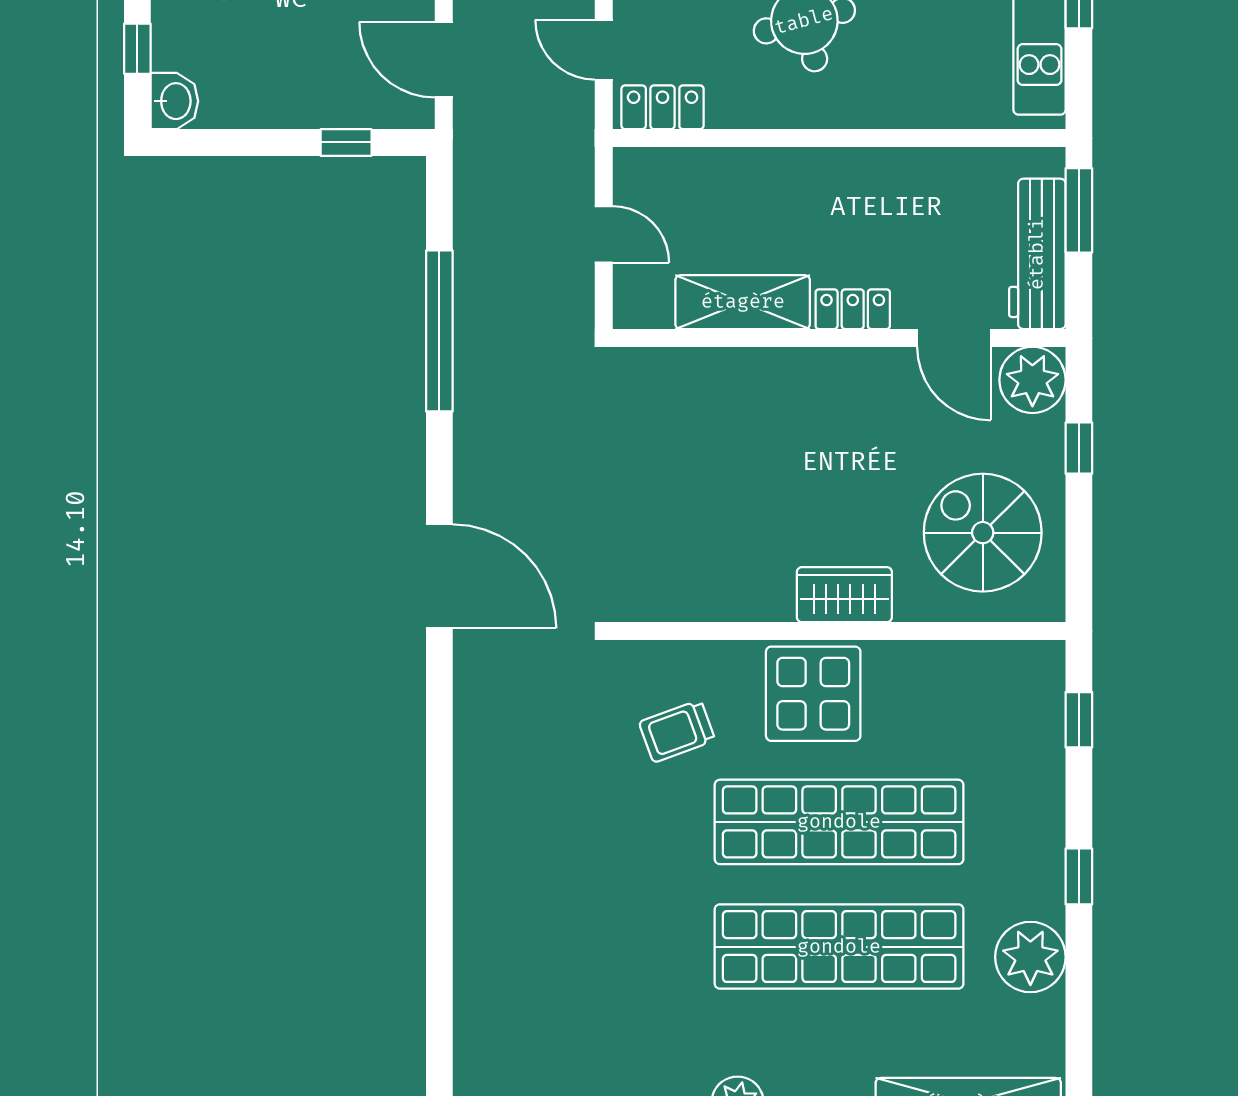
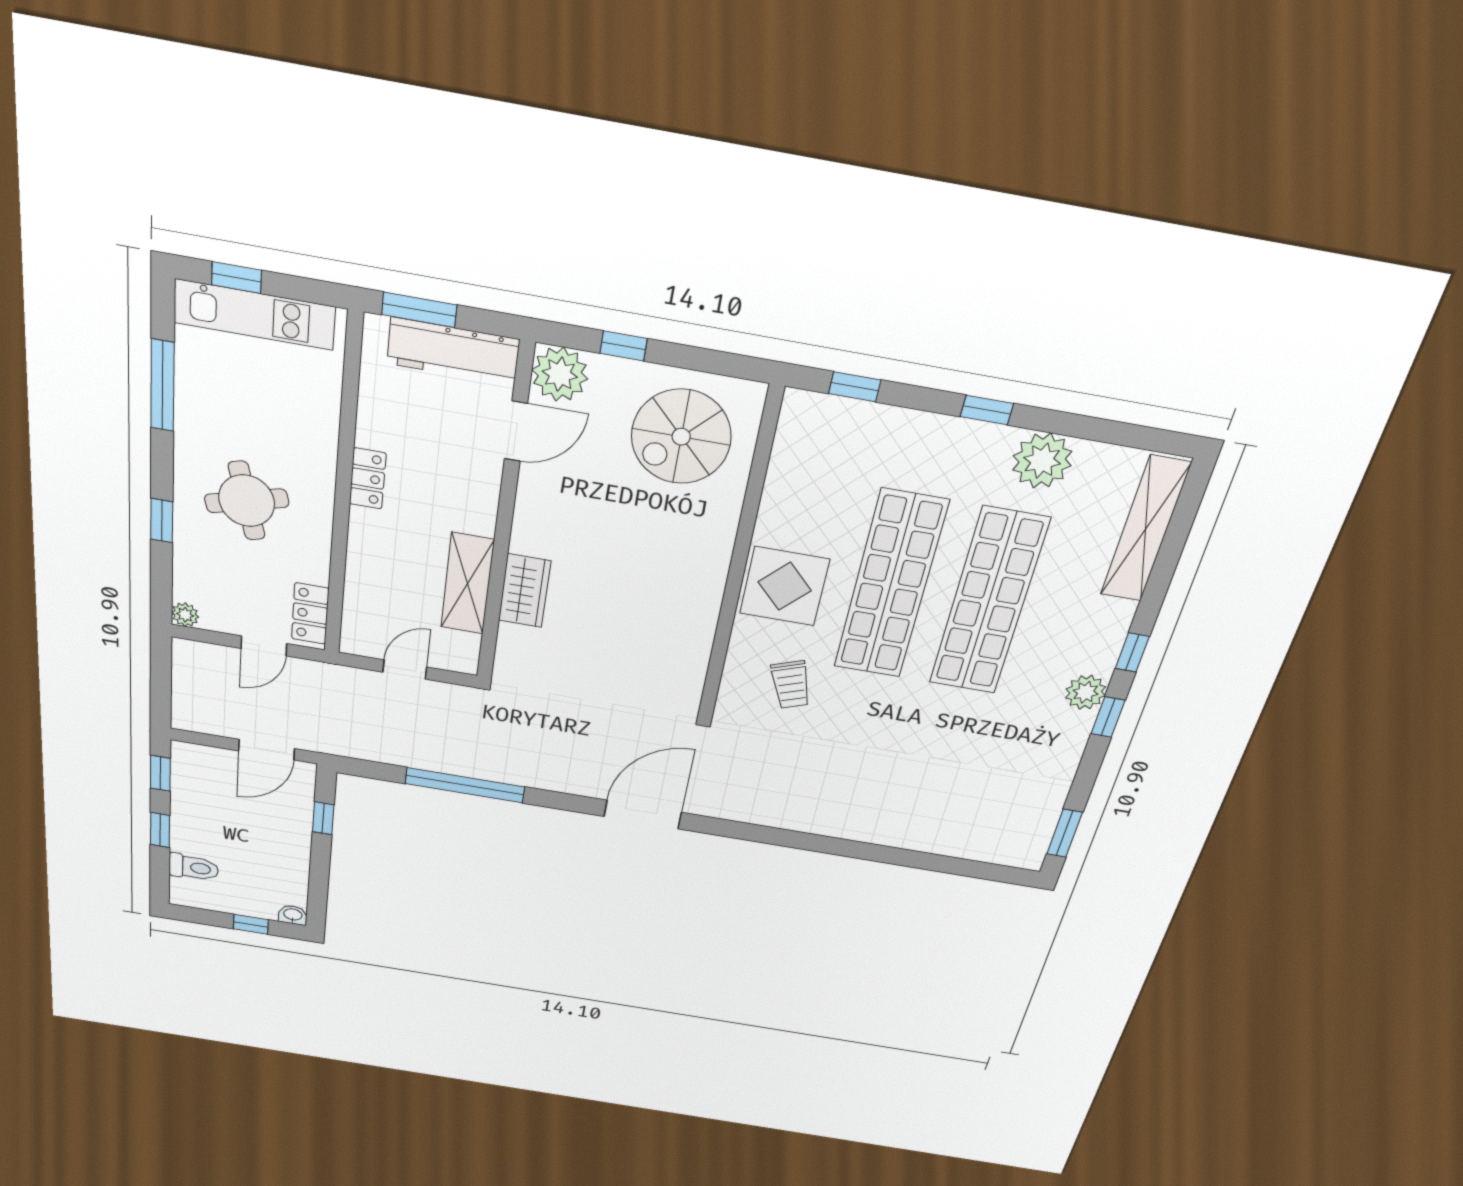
washbasin: (174, 101) -> (293, 915), width x0.72, depth x0.69
locker: (853, 309) -> (368, 478), moved, turned 180
wardrobe: (844, 595) -> (525, 591), moved, turned 180

